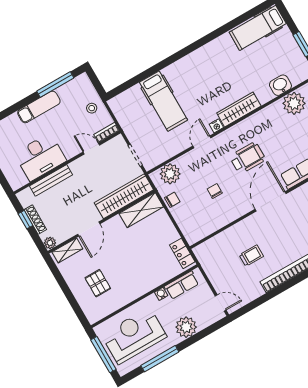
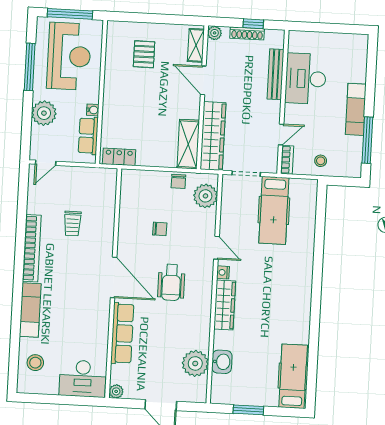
hospital bed: (163, 101) -> (274, 210), moved, turned -90
pallet: (98, 283) -> (144, 54), turned 90

